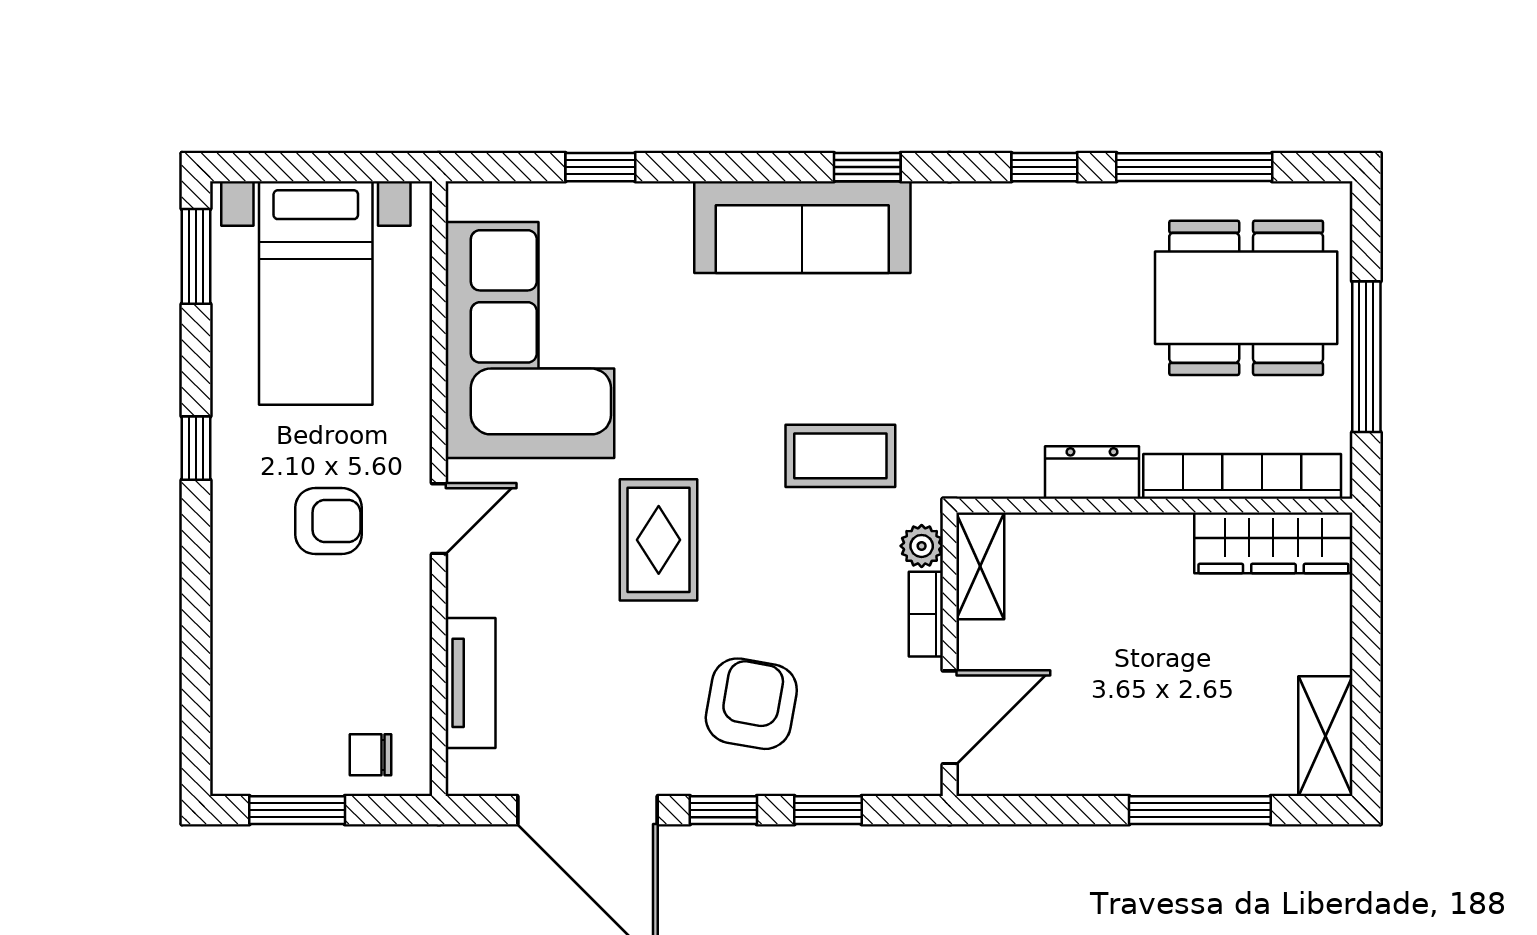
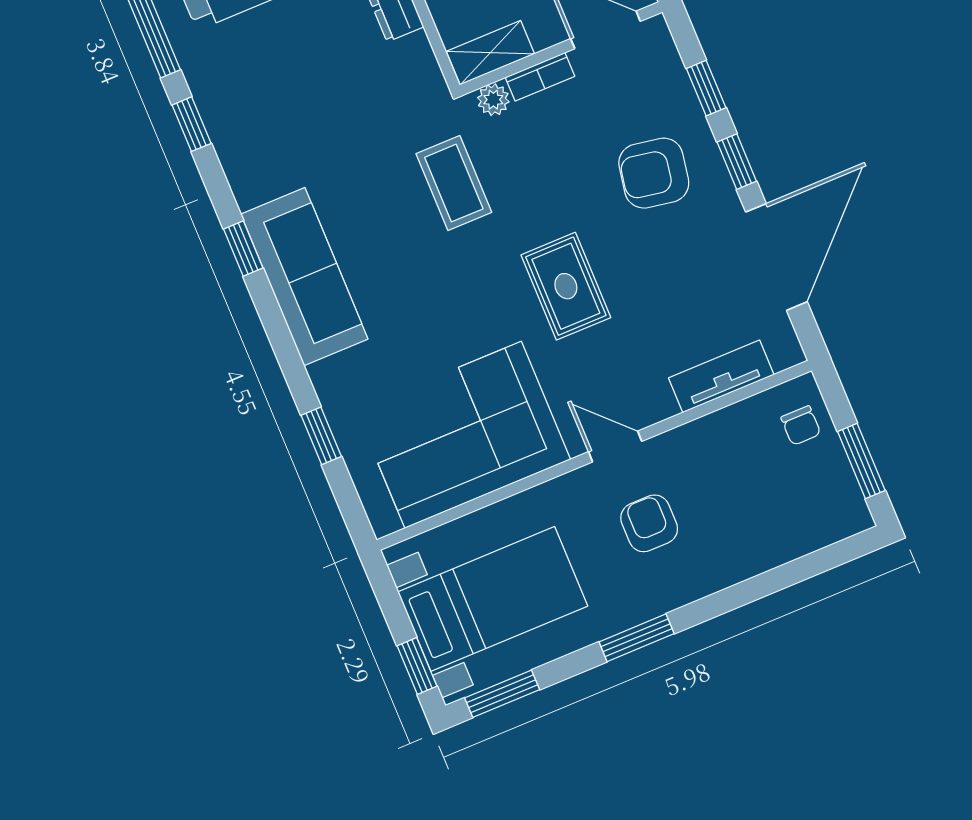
window: (273, 167) -> (417, 666), added
window: (196, 448) -> (637, 638), width x1.50
rug: (659, 540) -> (566, 286), turned 90

